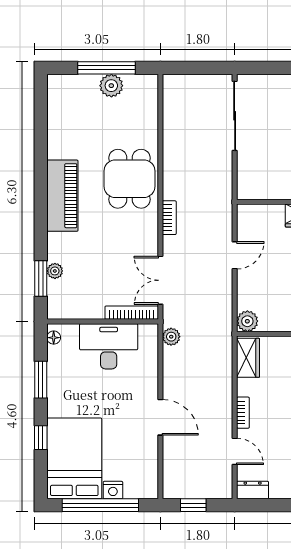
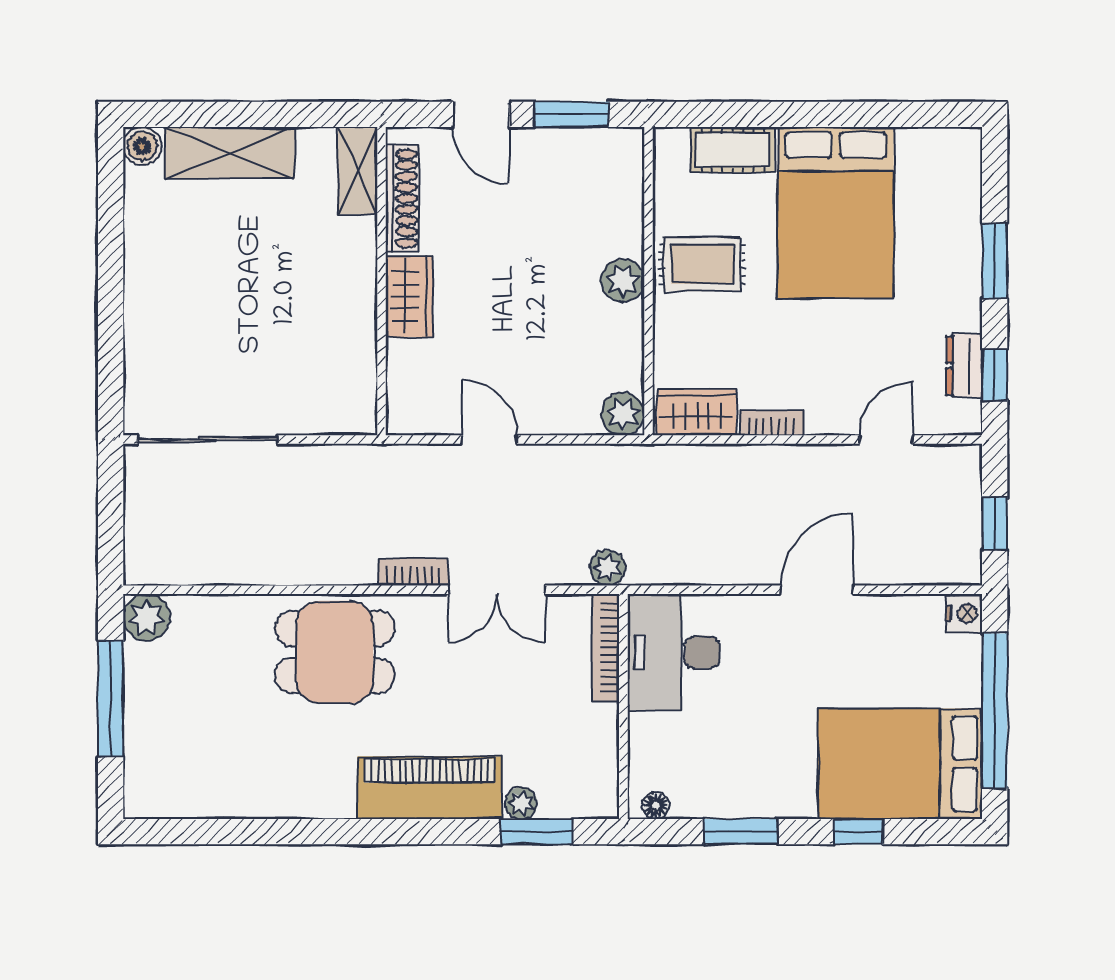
plant: (111, 86) -> (147, 617), moved
piano: (62, 196) -> (430, 788), moved
double door: (160, 280) -> (497, 590), moved
plant: (171, 337) -> (608, 568), moved
desk: (109, 346) -> (673, 652), moved
bookcase: (243, 413) -> (771, 423), moved
nightstand: (113, 490) -> (964, 613), moved
dresser: (253, 490) -> (964, 366), moved
window: (267, 505) -> (995, 375), added

